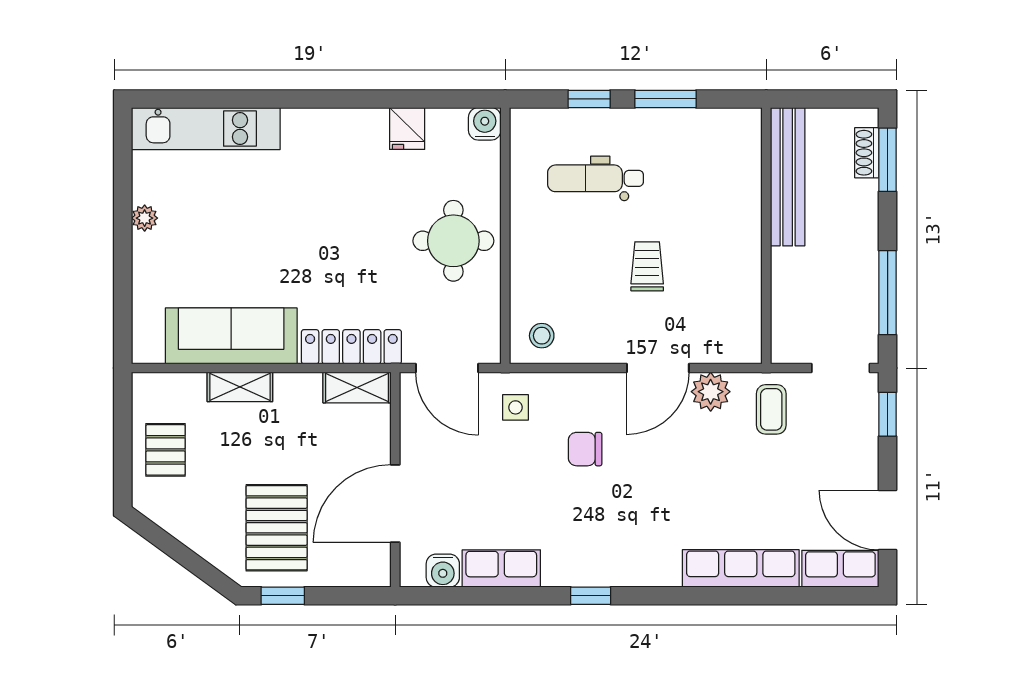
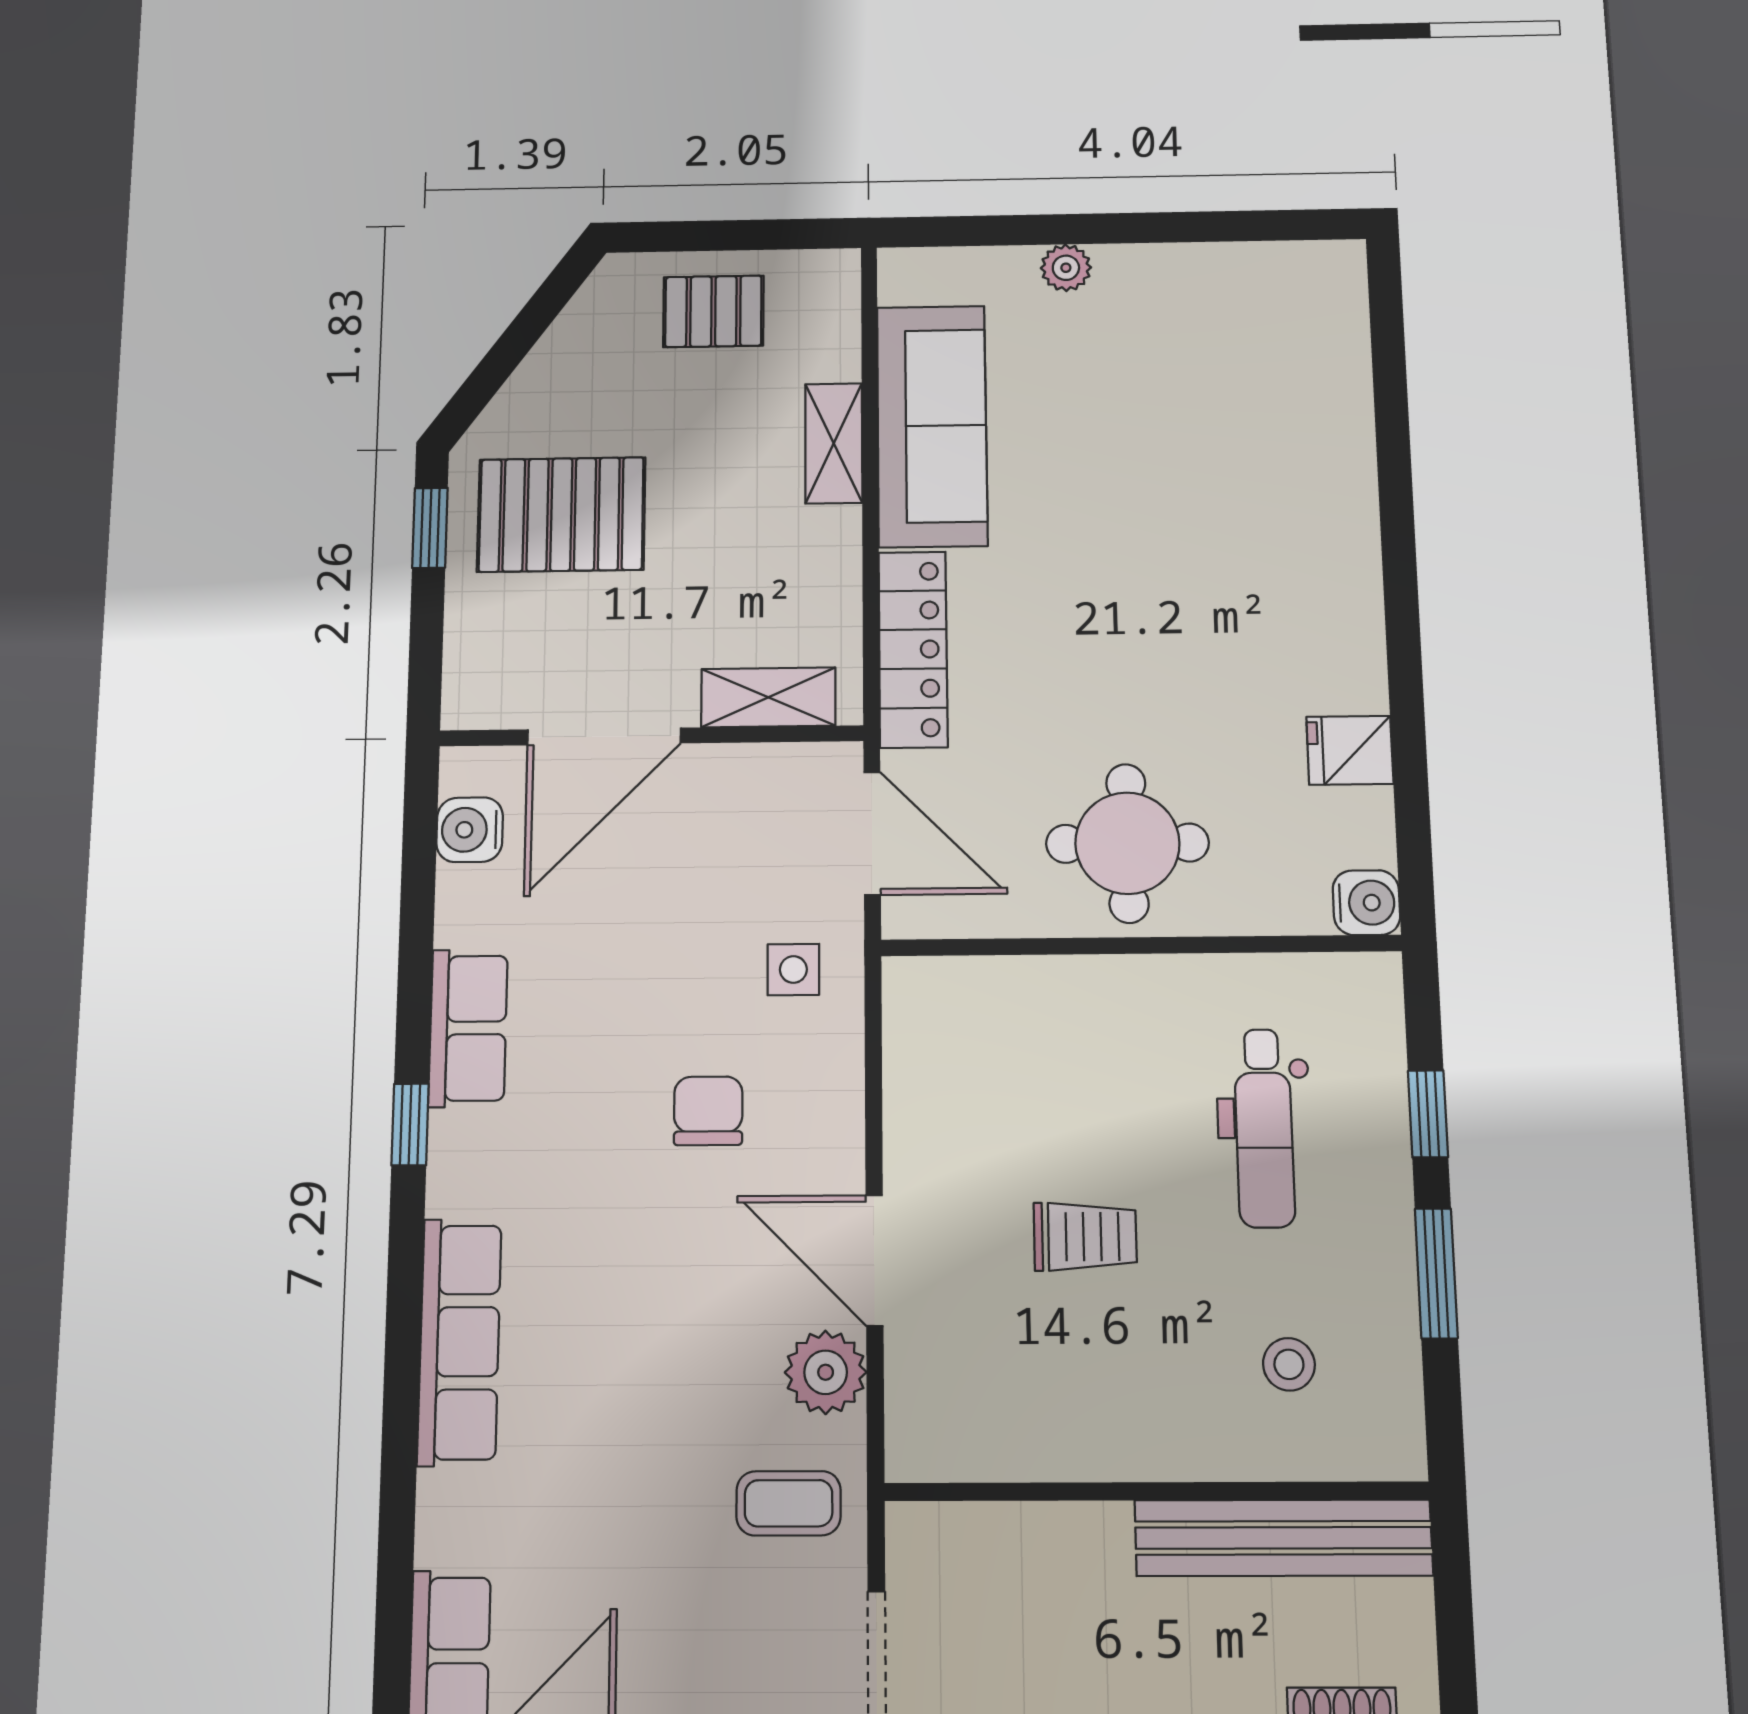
kitchen unit: (206, 129) -> (1332, 373), removed
dental chair: (595, 178) -> (1264, 1128), turned 180
plant: (145, 218) -> (1066, 268), moved
stool: (542, 336) -> (1289, 1364), moved
door: (447, 368) -> (872, 833), swing flipped
shelving: (357, 387) -> (768, 697), moved, turned 90
door: (395, 504) -> (604, 736), swing flipped
row of seats: (741, 568) -> (459, 1342), moved
row of seats: (501, 569) -> (468, 1028), moved

